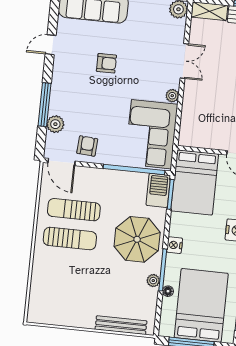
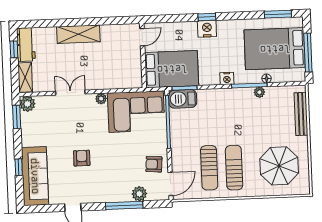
parasol: (137, 239) -> (279, 166), moved

